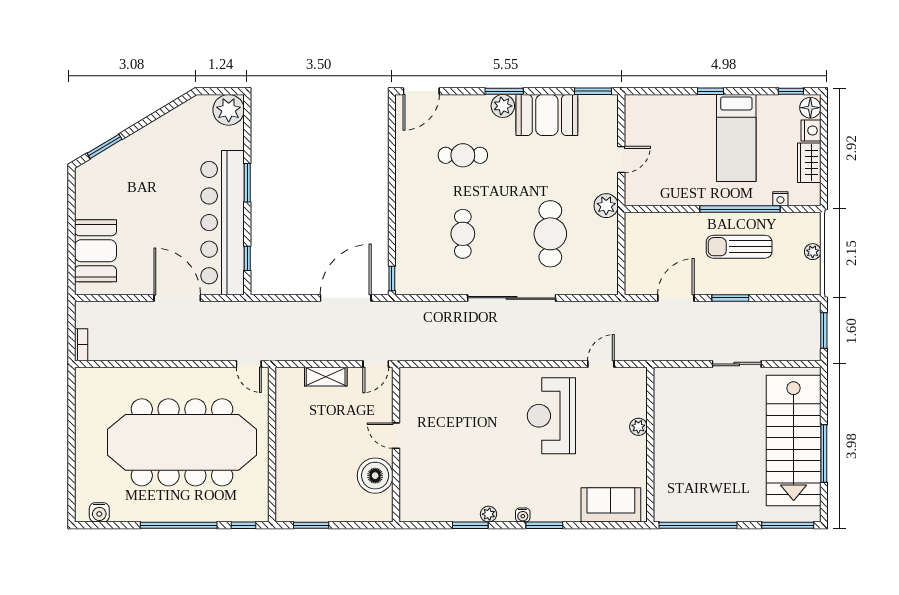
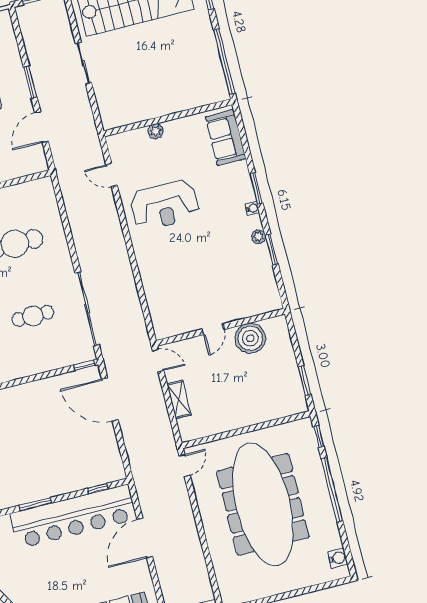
sliding door: (512, 298) -> (87, 309), moved
door: (676, 298) -> (42, 127), hinge flipped

